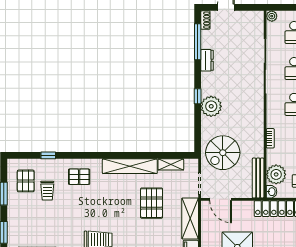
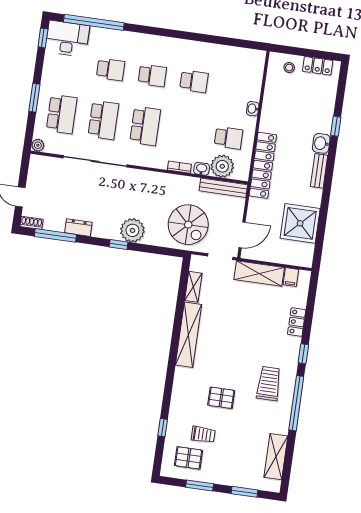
pallet: (79, 177) -> (221, 398), moved, turned 90
washbasin: (272, 192) -> (202, 169), moved
pallet: (152, 203) -> (235, 316), removed

